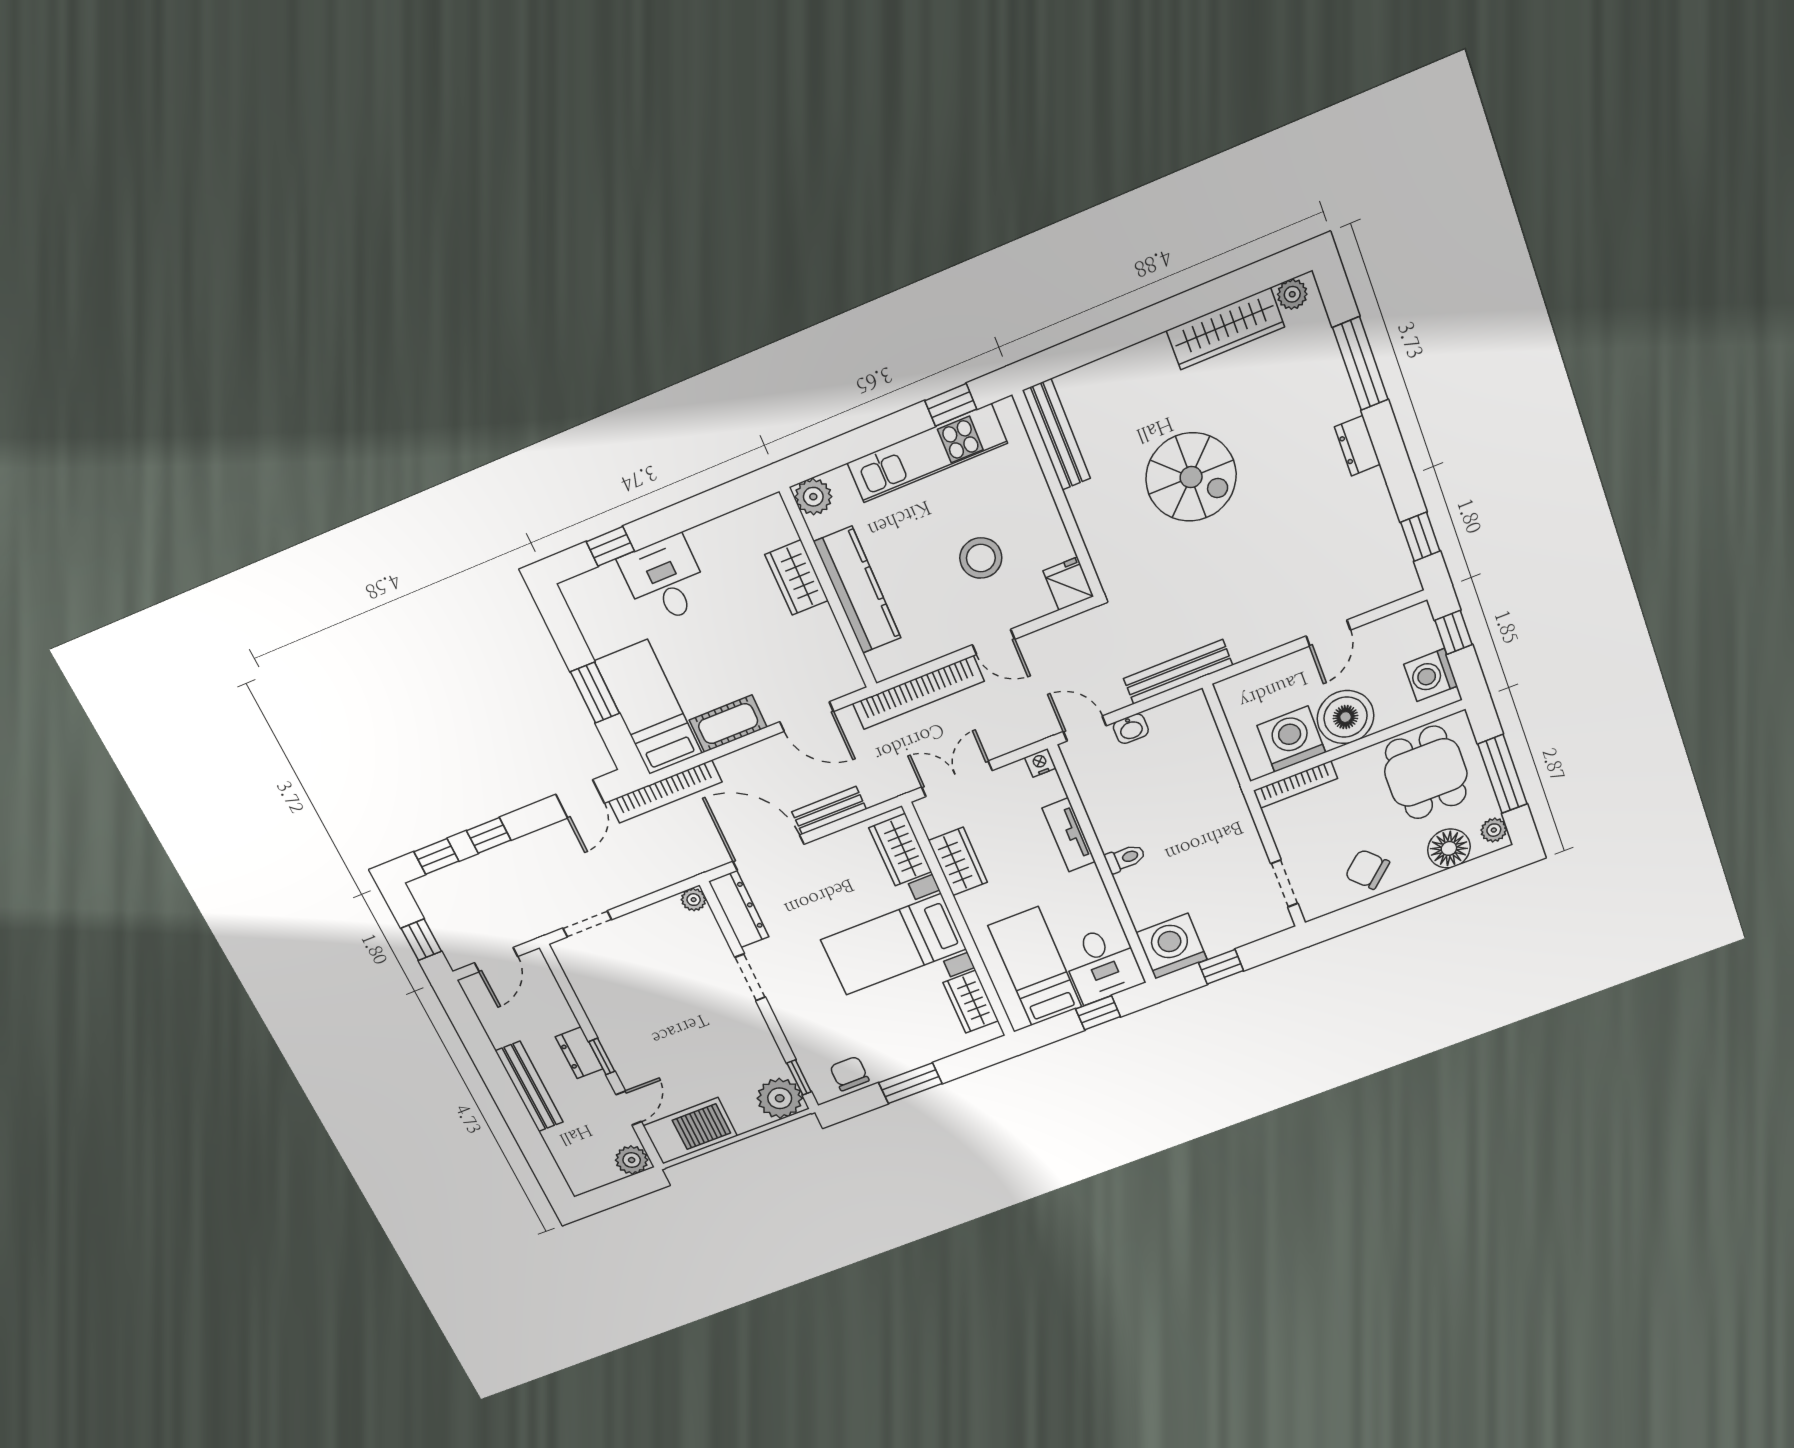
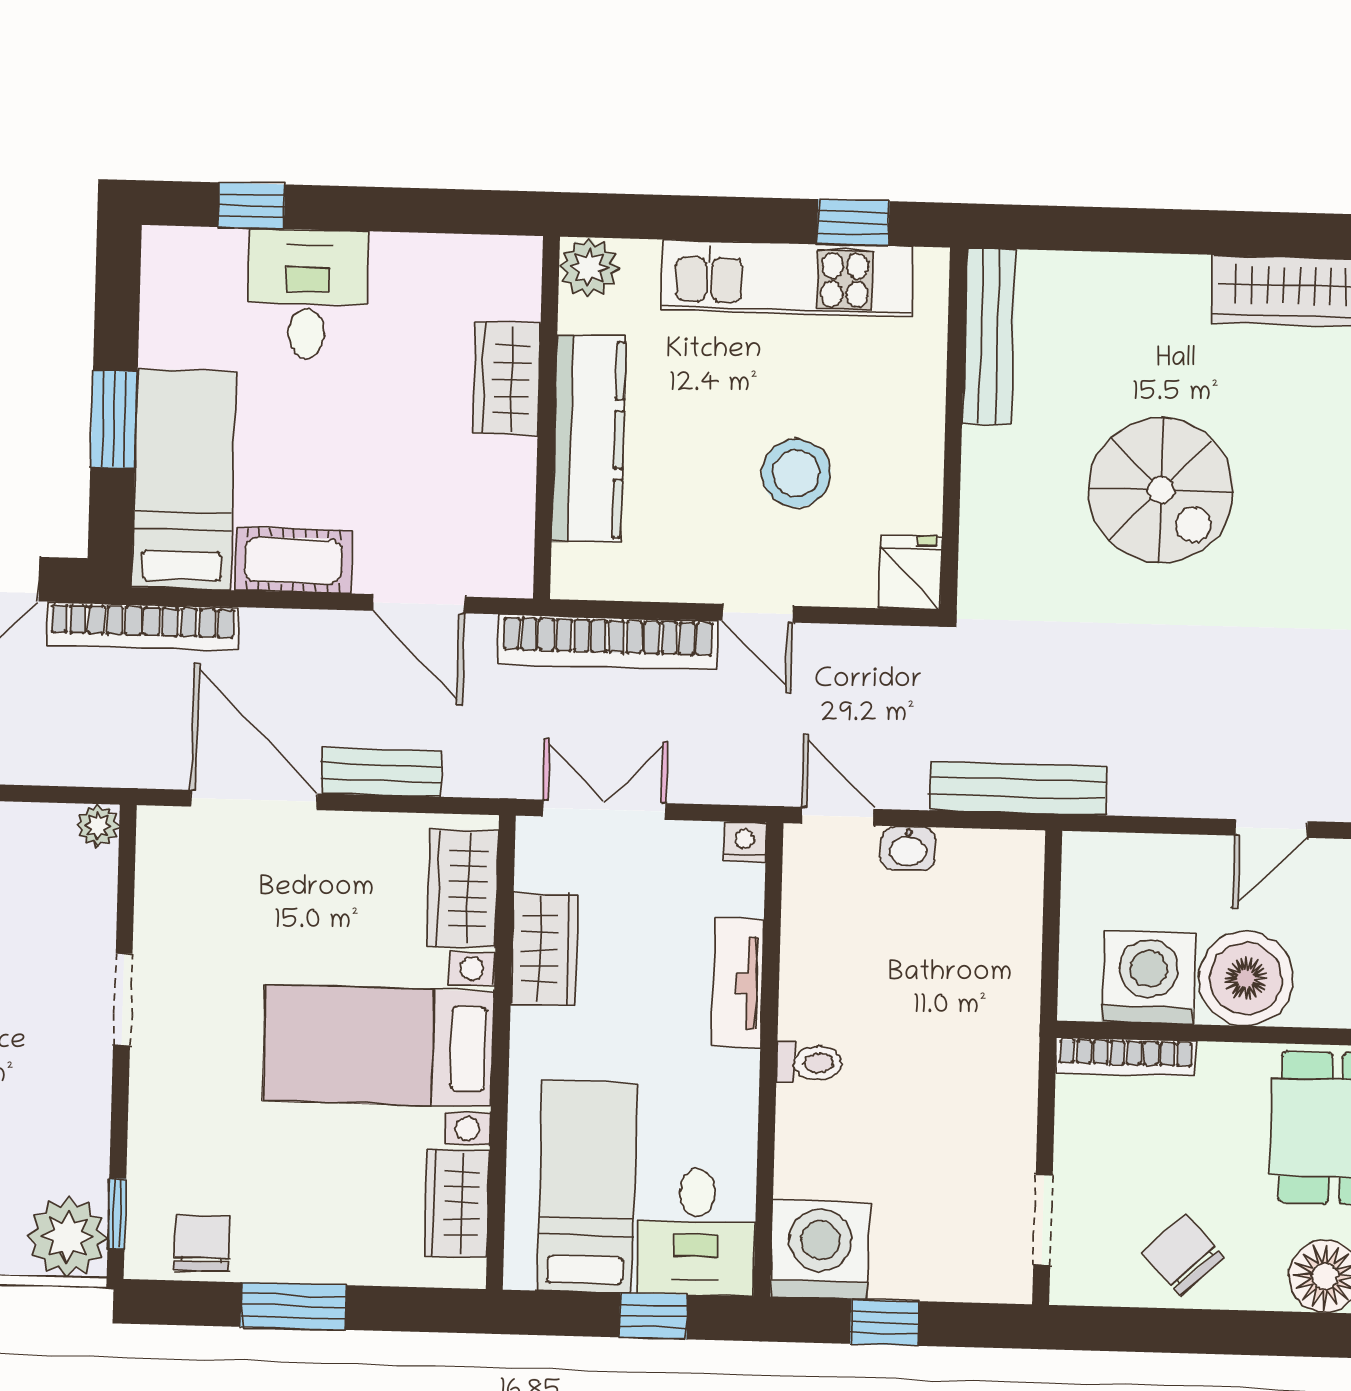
dresser: (739, 909) -> (161, 874), removed

